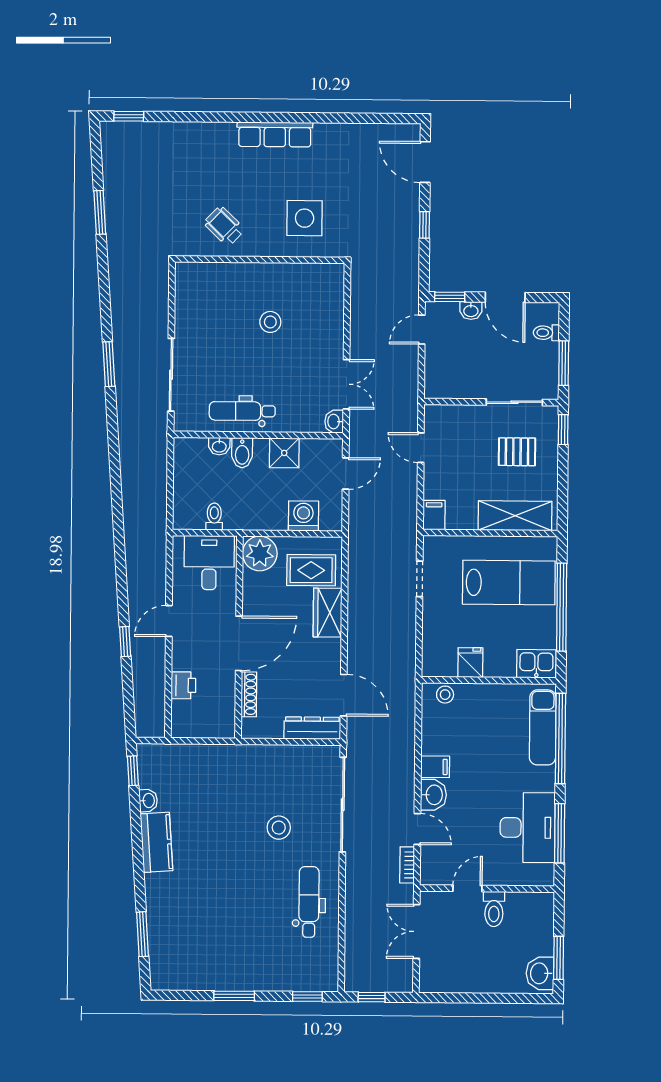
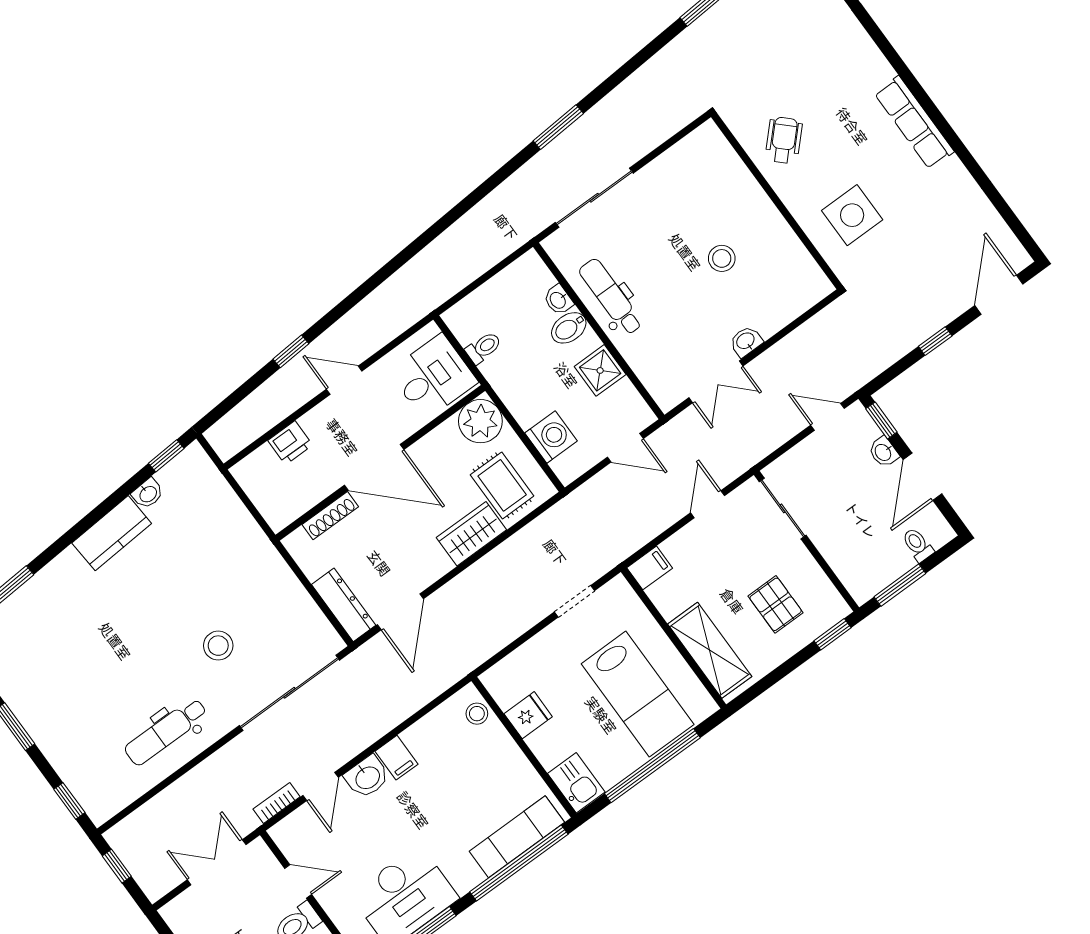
sliding door: (514, 402) -> (783, 508), moved
washbasin: (334, 421) -> (746, 341), moved
dental chair: (309, 902) -> (166, 732), turned 180

